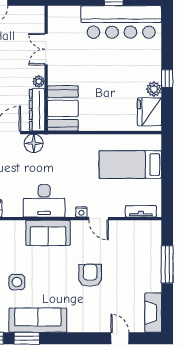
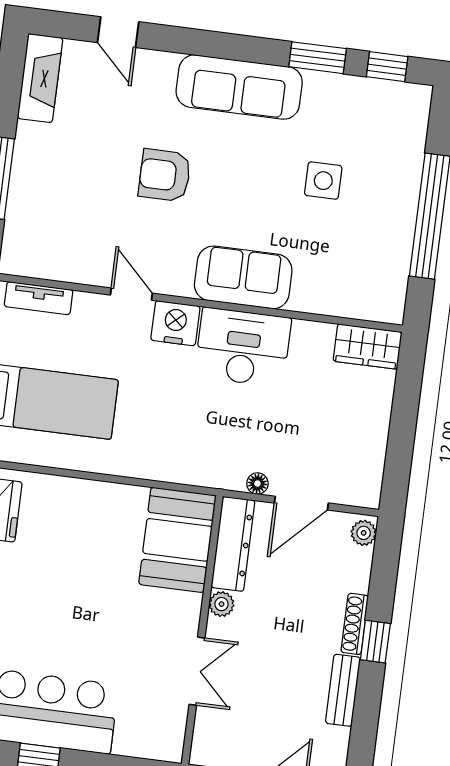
floor lamp: (34, 143) -> (257, 484), width x0.53, depth x0.53
nightstand: (81, 212) -> (175, 323), width x1.89, depth x1.79
armchair: (90, 275) -> (165, 175), turned 90
sofa: (38, 320) -> (239, 87), moved

